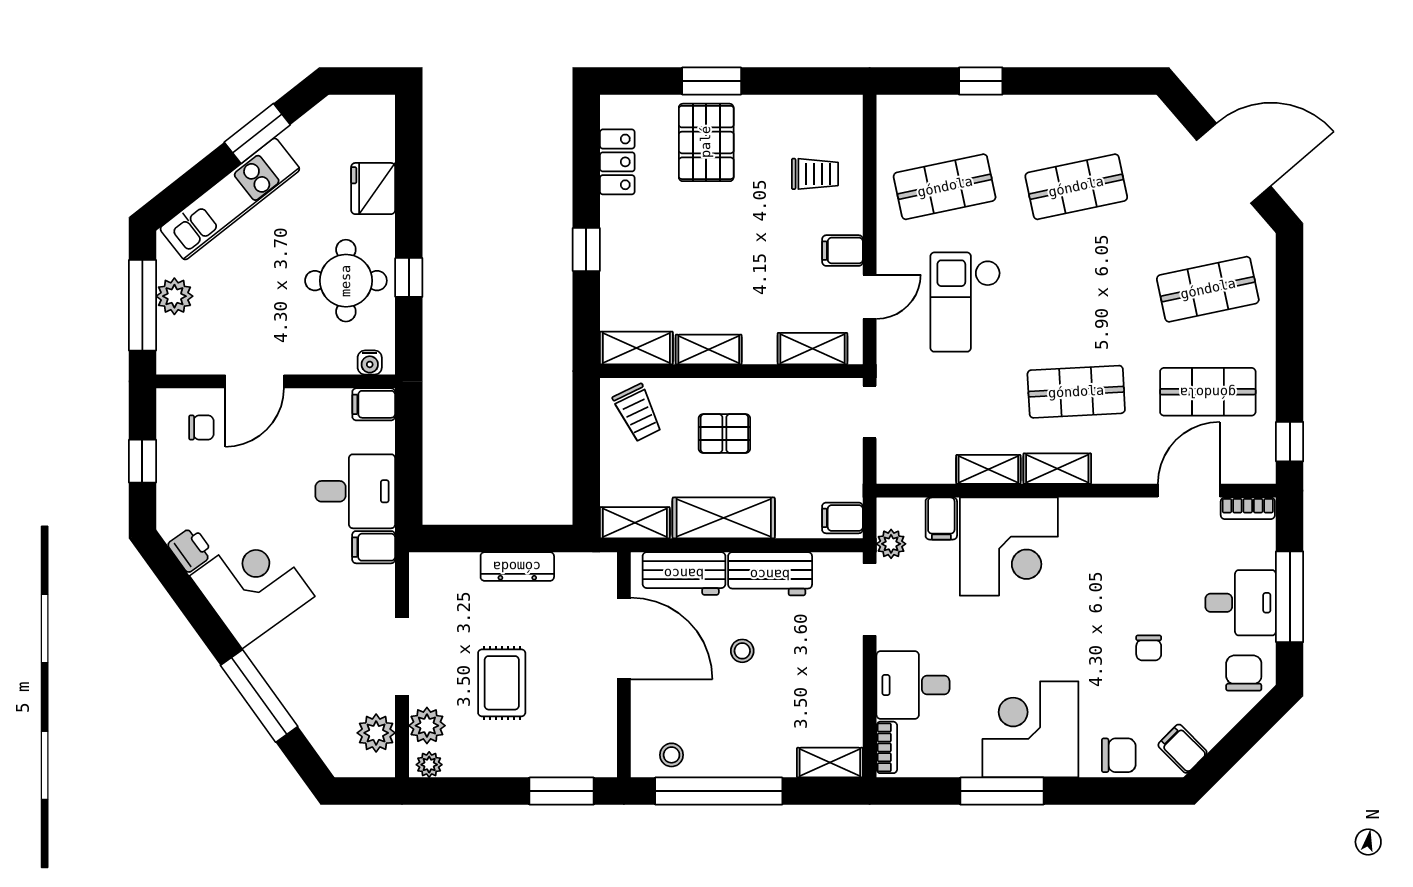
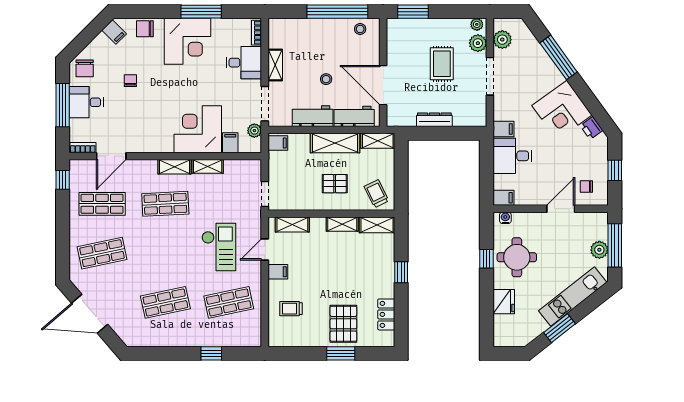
shelving: (830, 763) -> (275, 65), moved, turned 90

